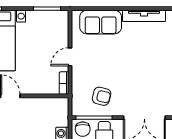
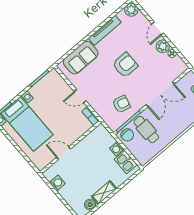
door: (70, 57) -> (80, 96), hinge flipped
armchair: (135, 64) -> (125, 65), added

